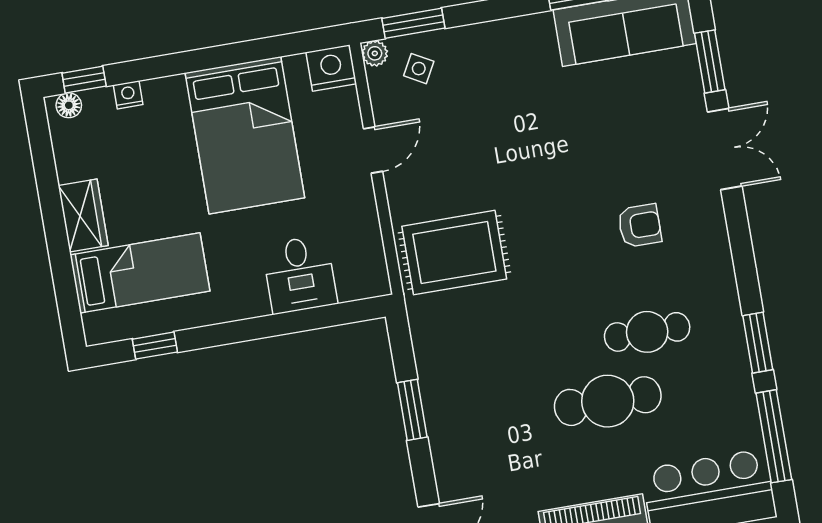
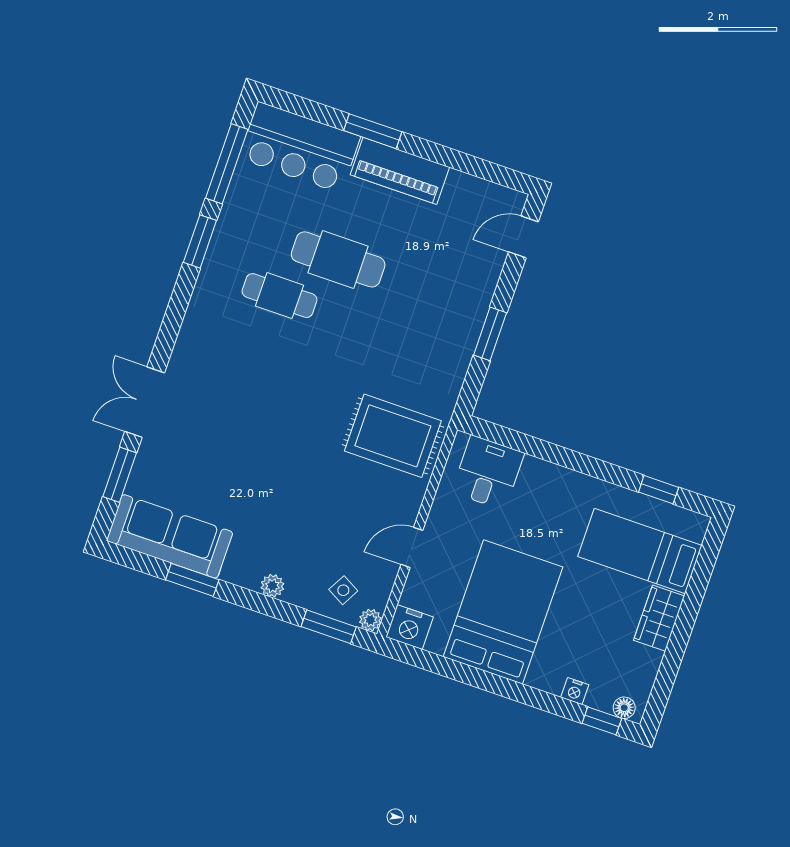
plant: (493, 34) -> (272, 586), added
armchair: (640, 226) -> (241, 379), removed
desk: (300, 274) -> (488, 473), moved

